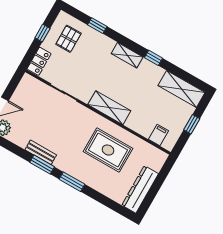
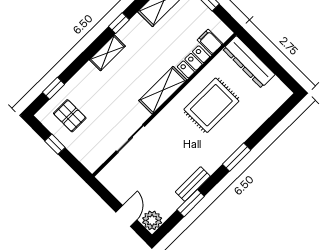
window: (97, 26) -> (54, 88), moved
locker: (39, 61) -> (193, 62), moved, turned -90
window: (42, 165) -> (191, 203), moved
dresser: (140, 189) -> (249, 62), moved

